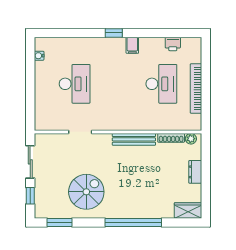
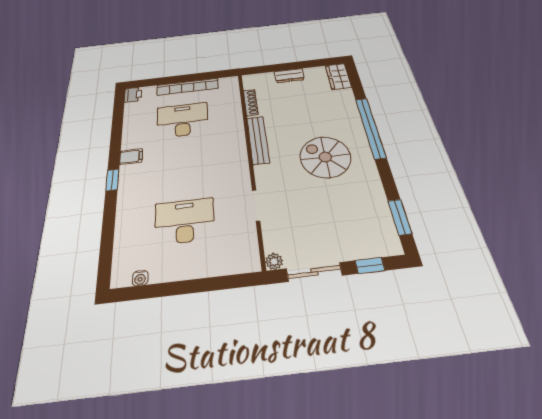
printer: (173, 44) -> (133, 95), moved
plant: (191, 139) -> (274, 261), moved
spiral stairs: (86, 192) -> (325, 157), moved

